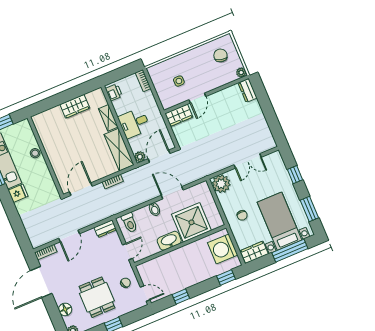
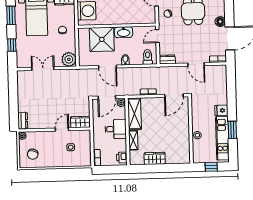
door: (69, 236) -> (196, 64), swing flipped
floor lamp: (65, 309) -> (220, 22), moved

